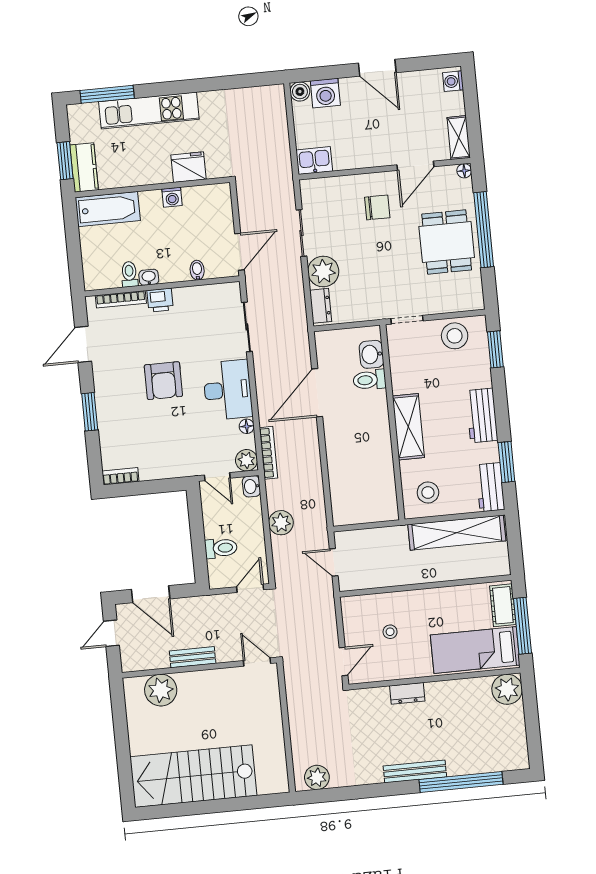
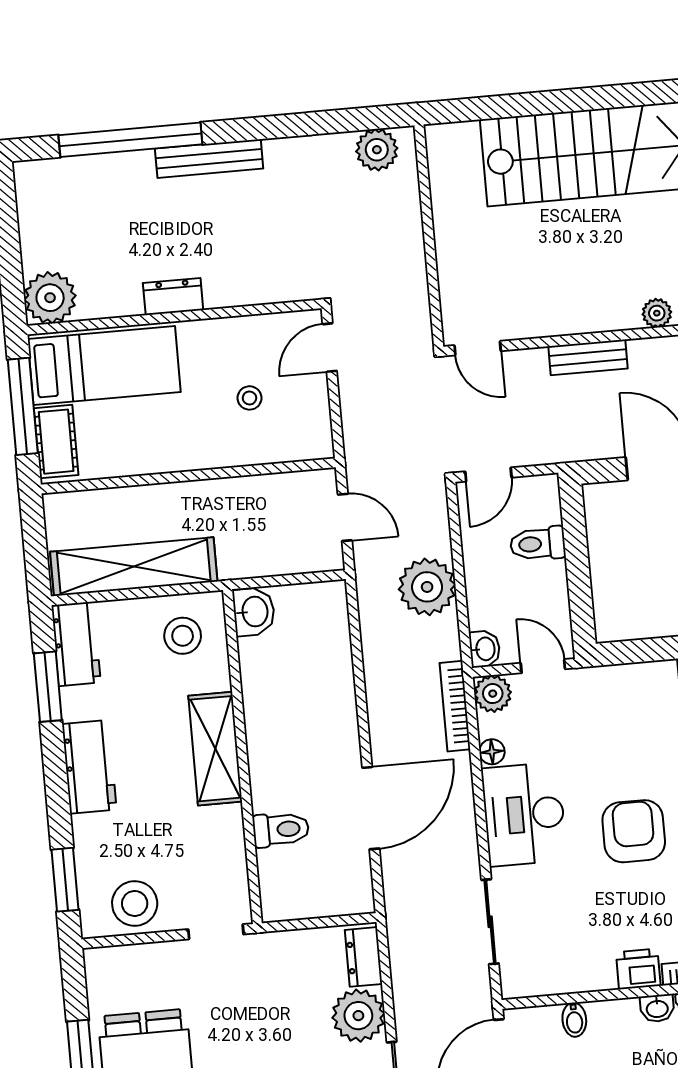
washbasin: (371, 354) -> (254, 612), moved
plant: (281, 523) -> (427, 587), width x1.36, depth x1.36
plant: (161, 690) -> (657, 313), width x0.53, depth x0.53
dresser: (407, 693) -> (173, 296), moved

